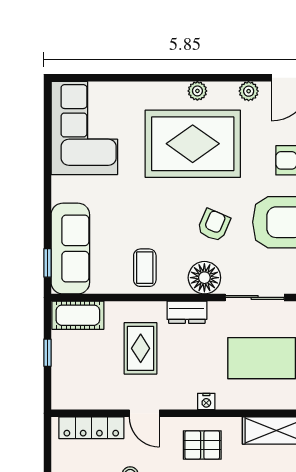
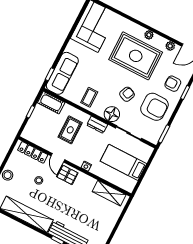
pallet: (202, 445) -> (67, 175), moved

